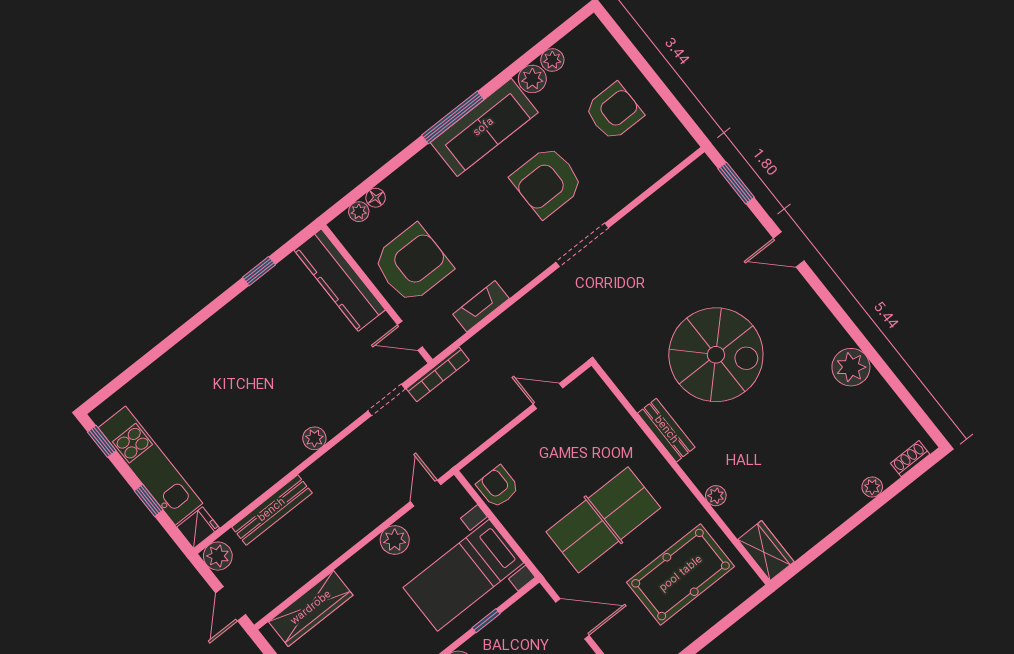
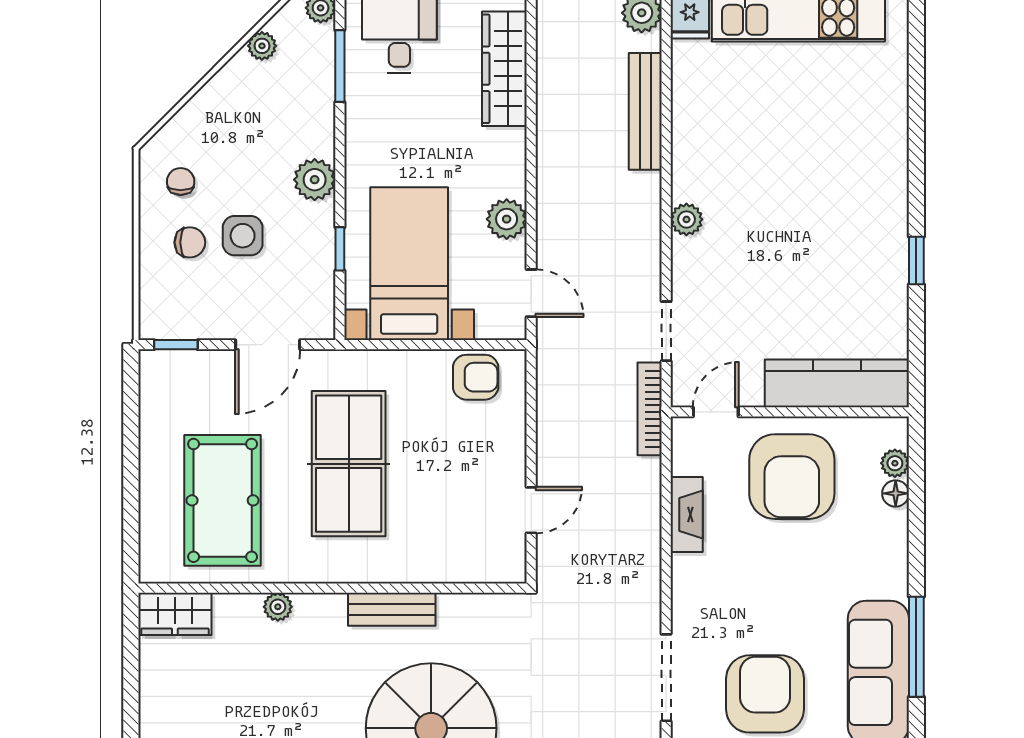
window: (259, 271) -> (916, 261), moved

